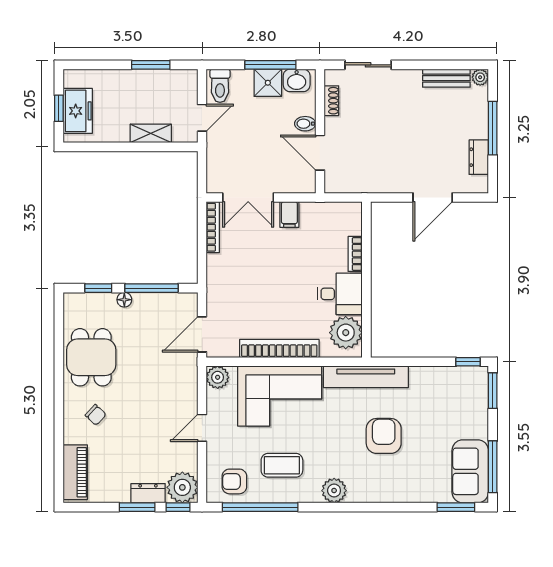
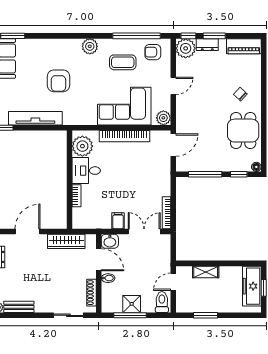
washbasin: (297, 80) -> (110, 241), moved, turned 180
shoe rack: (331, 101) -> (91, 293), width x1.43
freezer: (78, 111) -> (252, 286), width x1.40
wardrobe: (372, 182) -> (66, 241), added
floor lamp: (124, 300) -> (256, 167), moved
tv unit: (366, 377) -> (35, 118), moved
piano: (75, 472) -> (244, 46), moved, turned -90
armchair: (234, 481) -> (153, 52), turned 180

